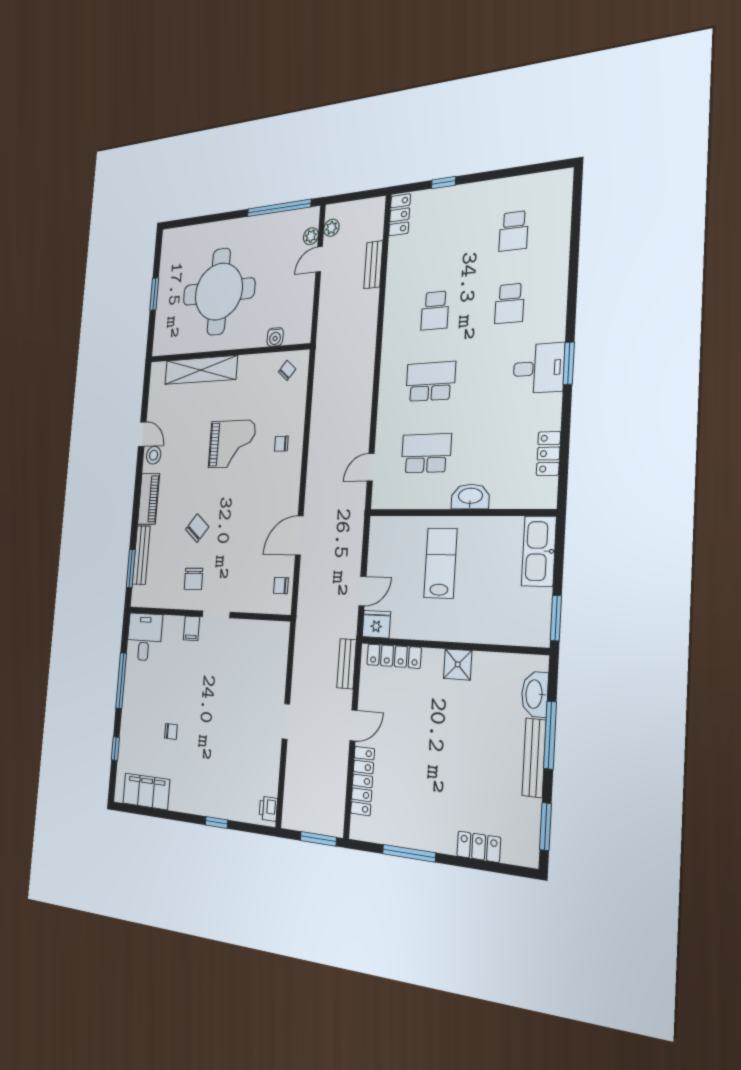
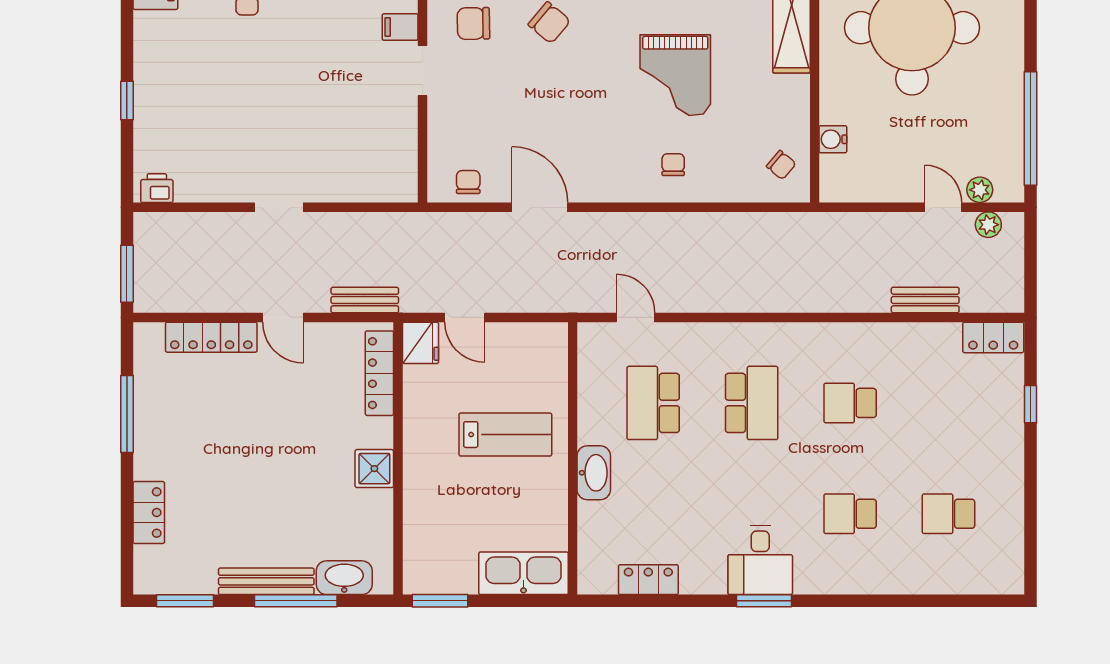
school desk: (426, 453) -> (653, 403), turned 180

